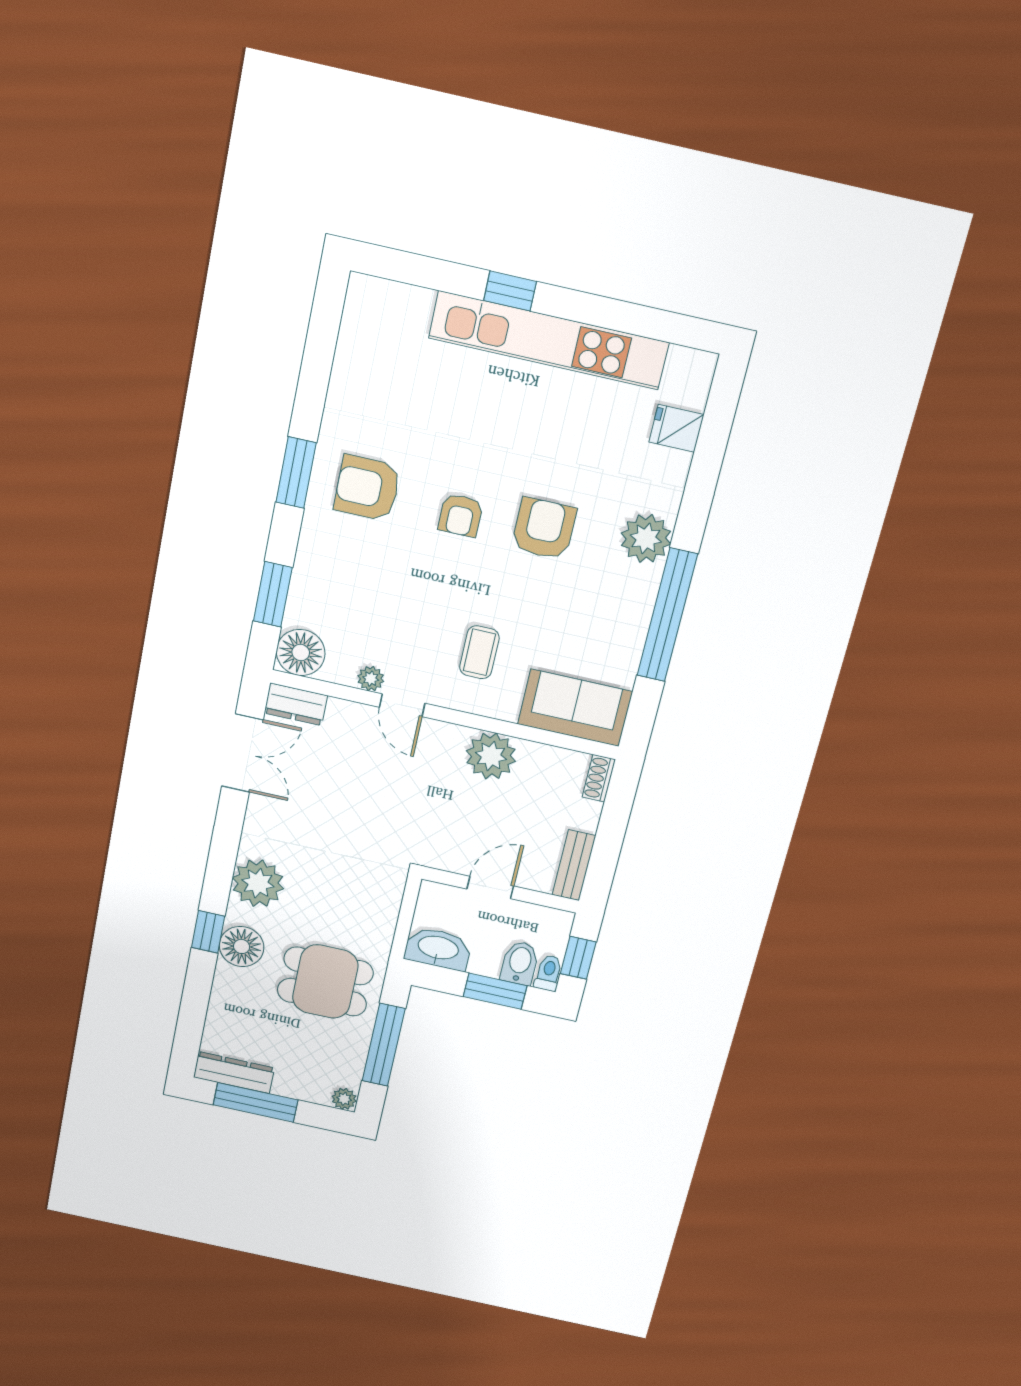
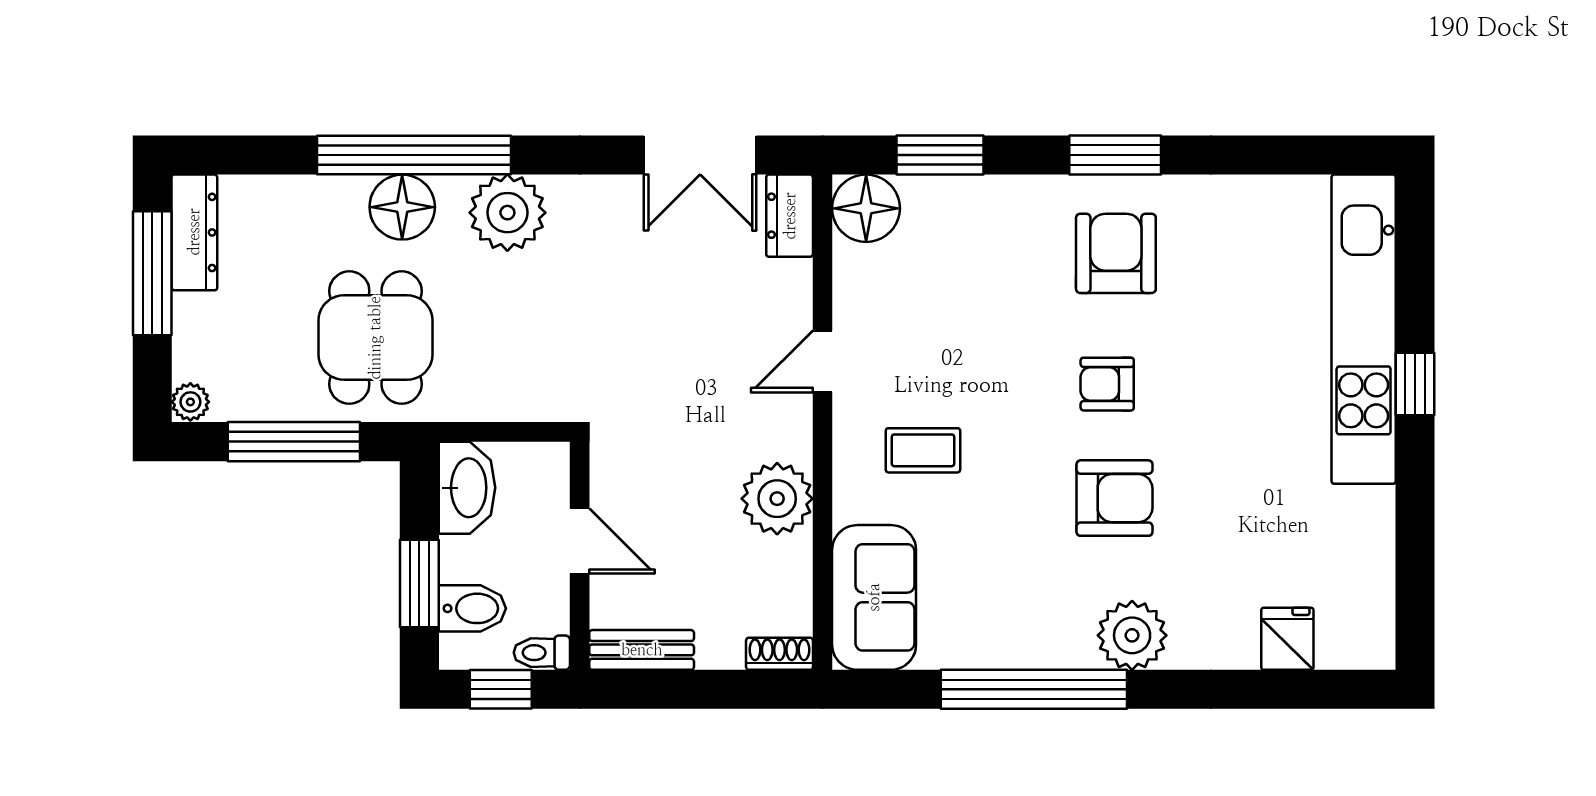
kitchen unit: (549, 340) -> (1364, 329), moved
plant: (371, 679) -> (851, 311), removed
window: (208, 932) -> (414, 155), width x3.17
toilet: (548, 973) -> (542, 653), moved, turned 180

